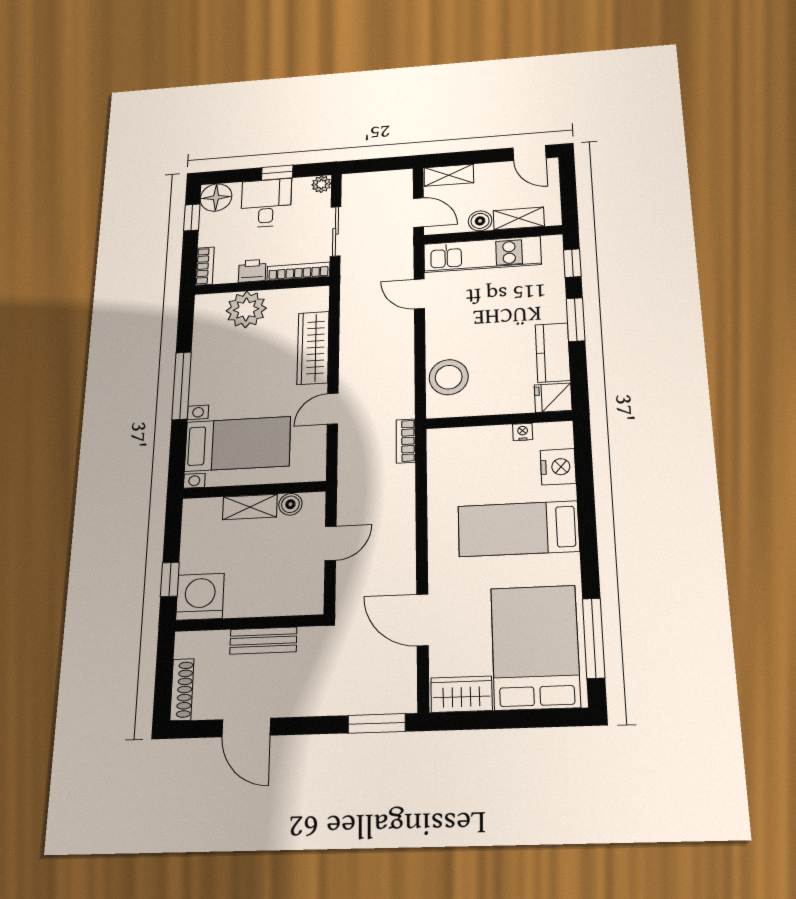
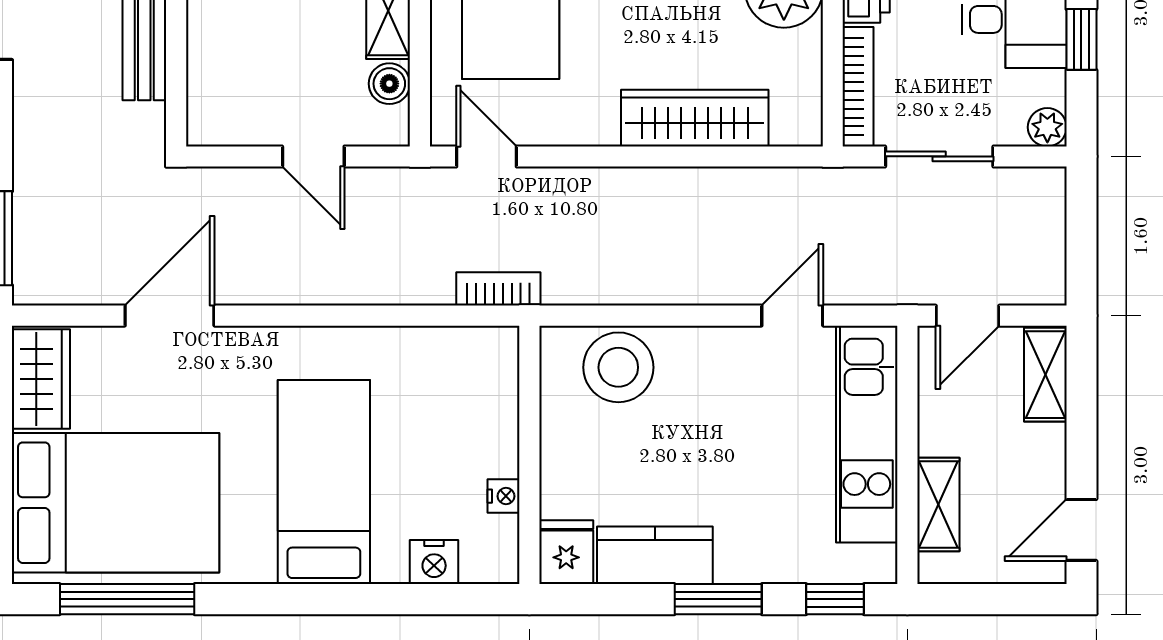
boiler: (480, 221) -> (939, 432), removed
door: (333, 409) -> (487, 156), moved
nightstand: (558, 467) -> (434, 562), width x0.74, depth x0.75

